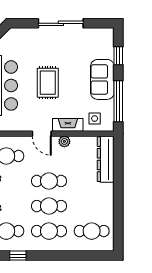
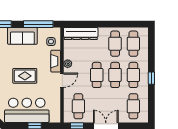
cafe table: (92, 206) -> (115, 44), added
window: (18, 256) -> (151, 78), moved

